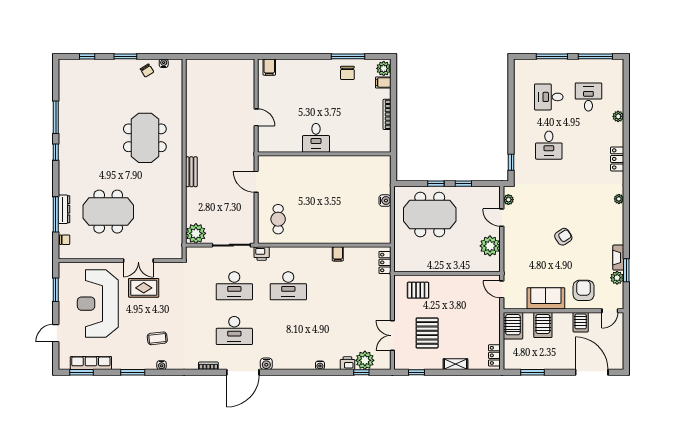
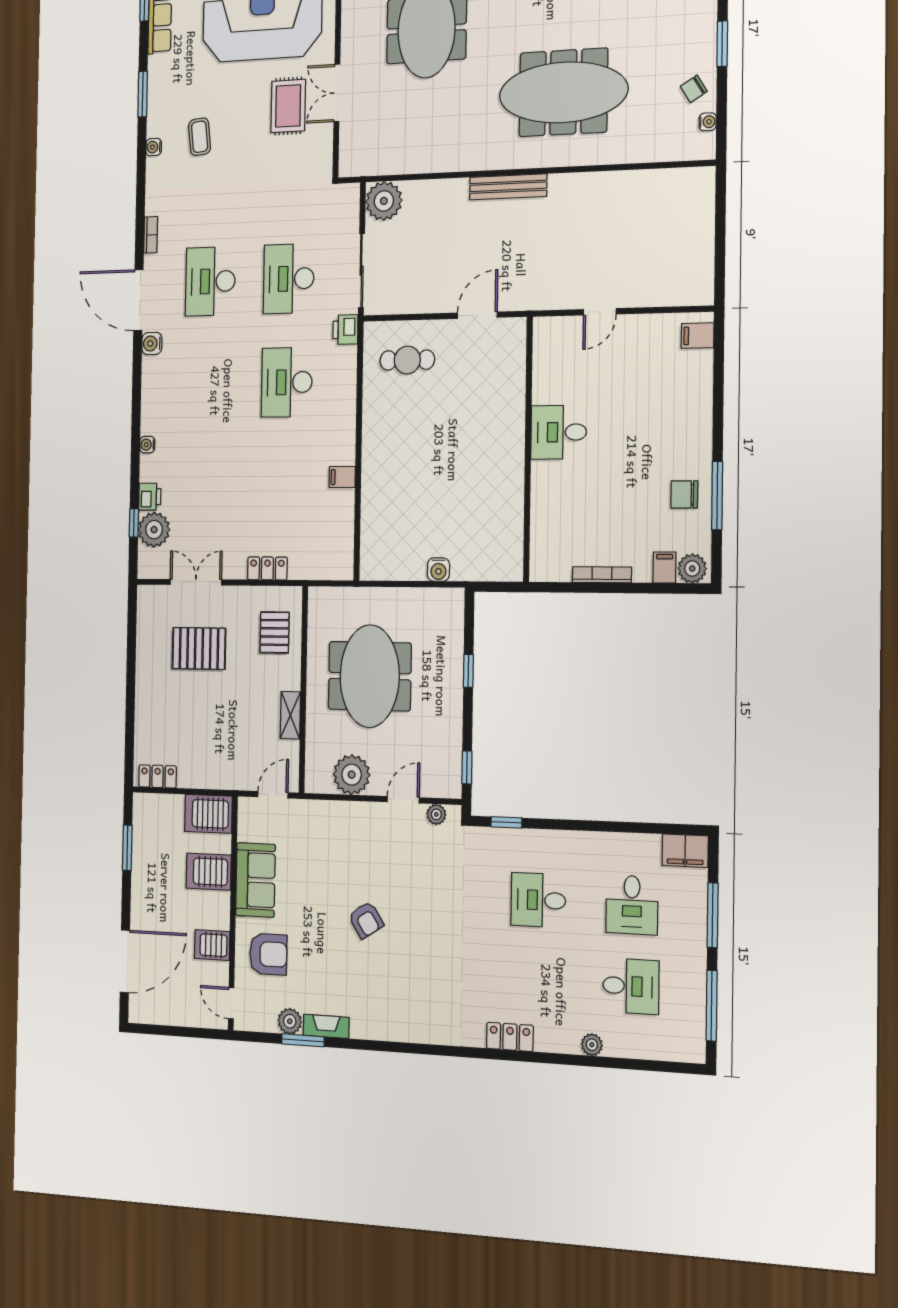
filing cabinet: (521, 70) -> (685, 851), added
desk: (549, 97) -> (632, 905), turned 180
meeting table: (145, 138) -> (563, 92), width x1.36
bench: (191, 172) -> (508, 187), width x1.36
window: (463, 184) -> (467, 767), moved
plant: (619, 199) -> (434, 1035), removed
meeting table: (430, 214) -> (370, 676), moved
locker: (385, 262) -> (267, 568), moved
shelving: (455, 364) -> (290, 715), moved
window: (417, 372) -> (132, 627), removed

